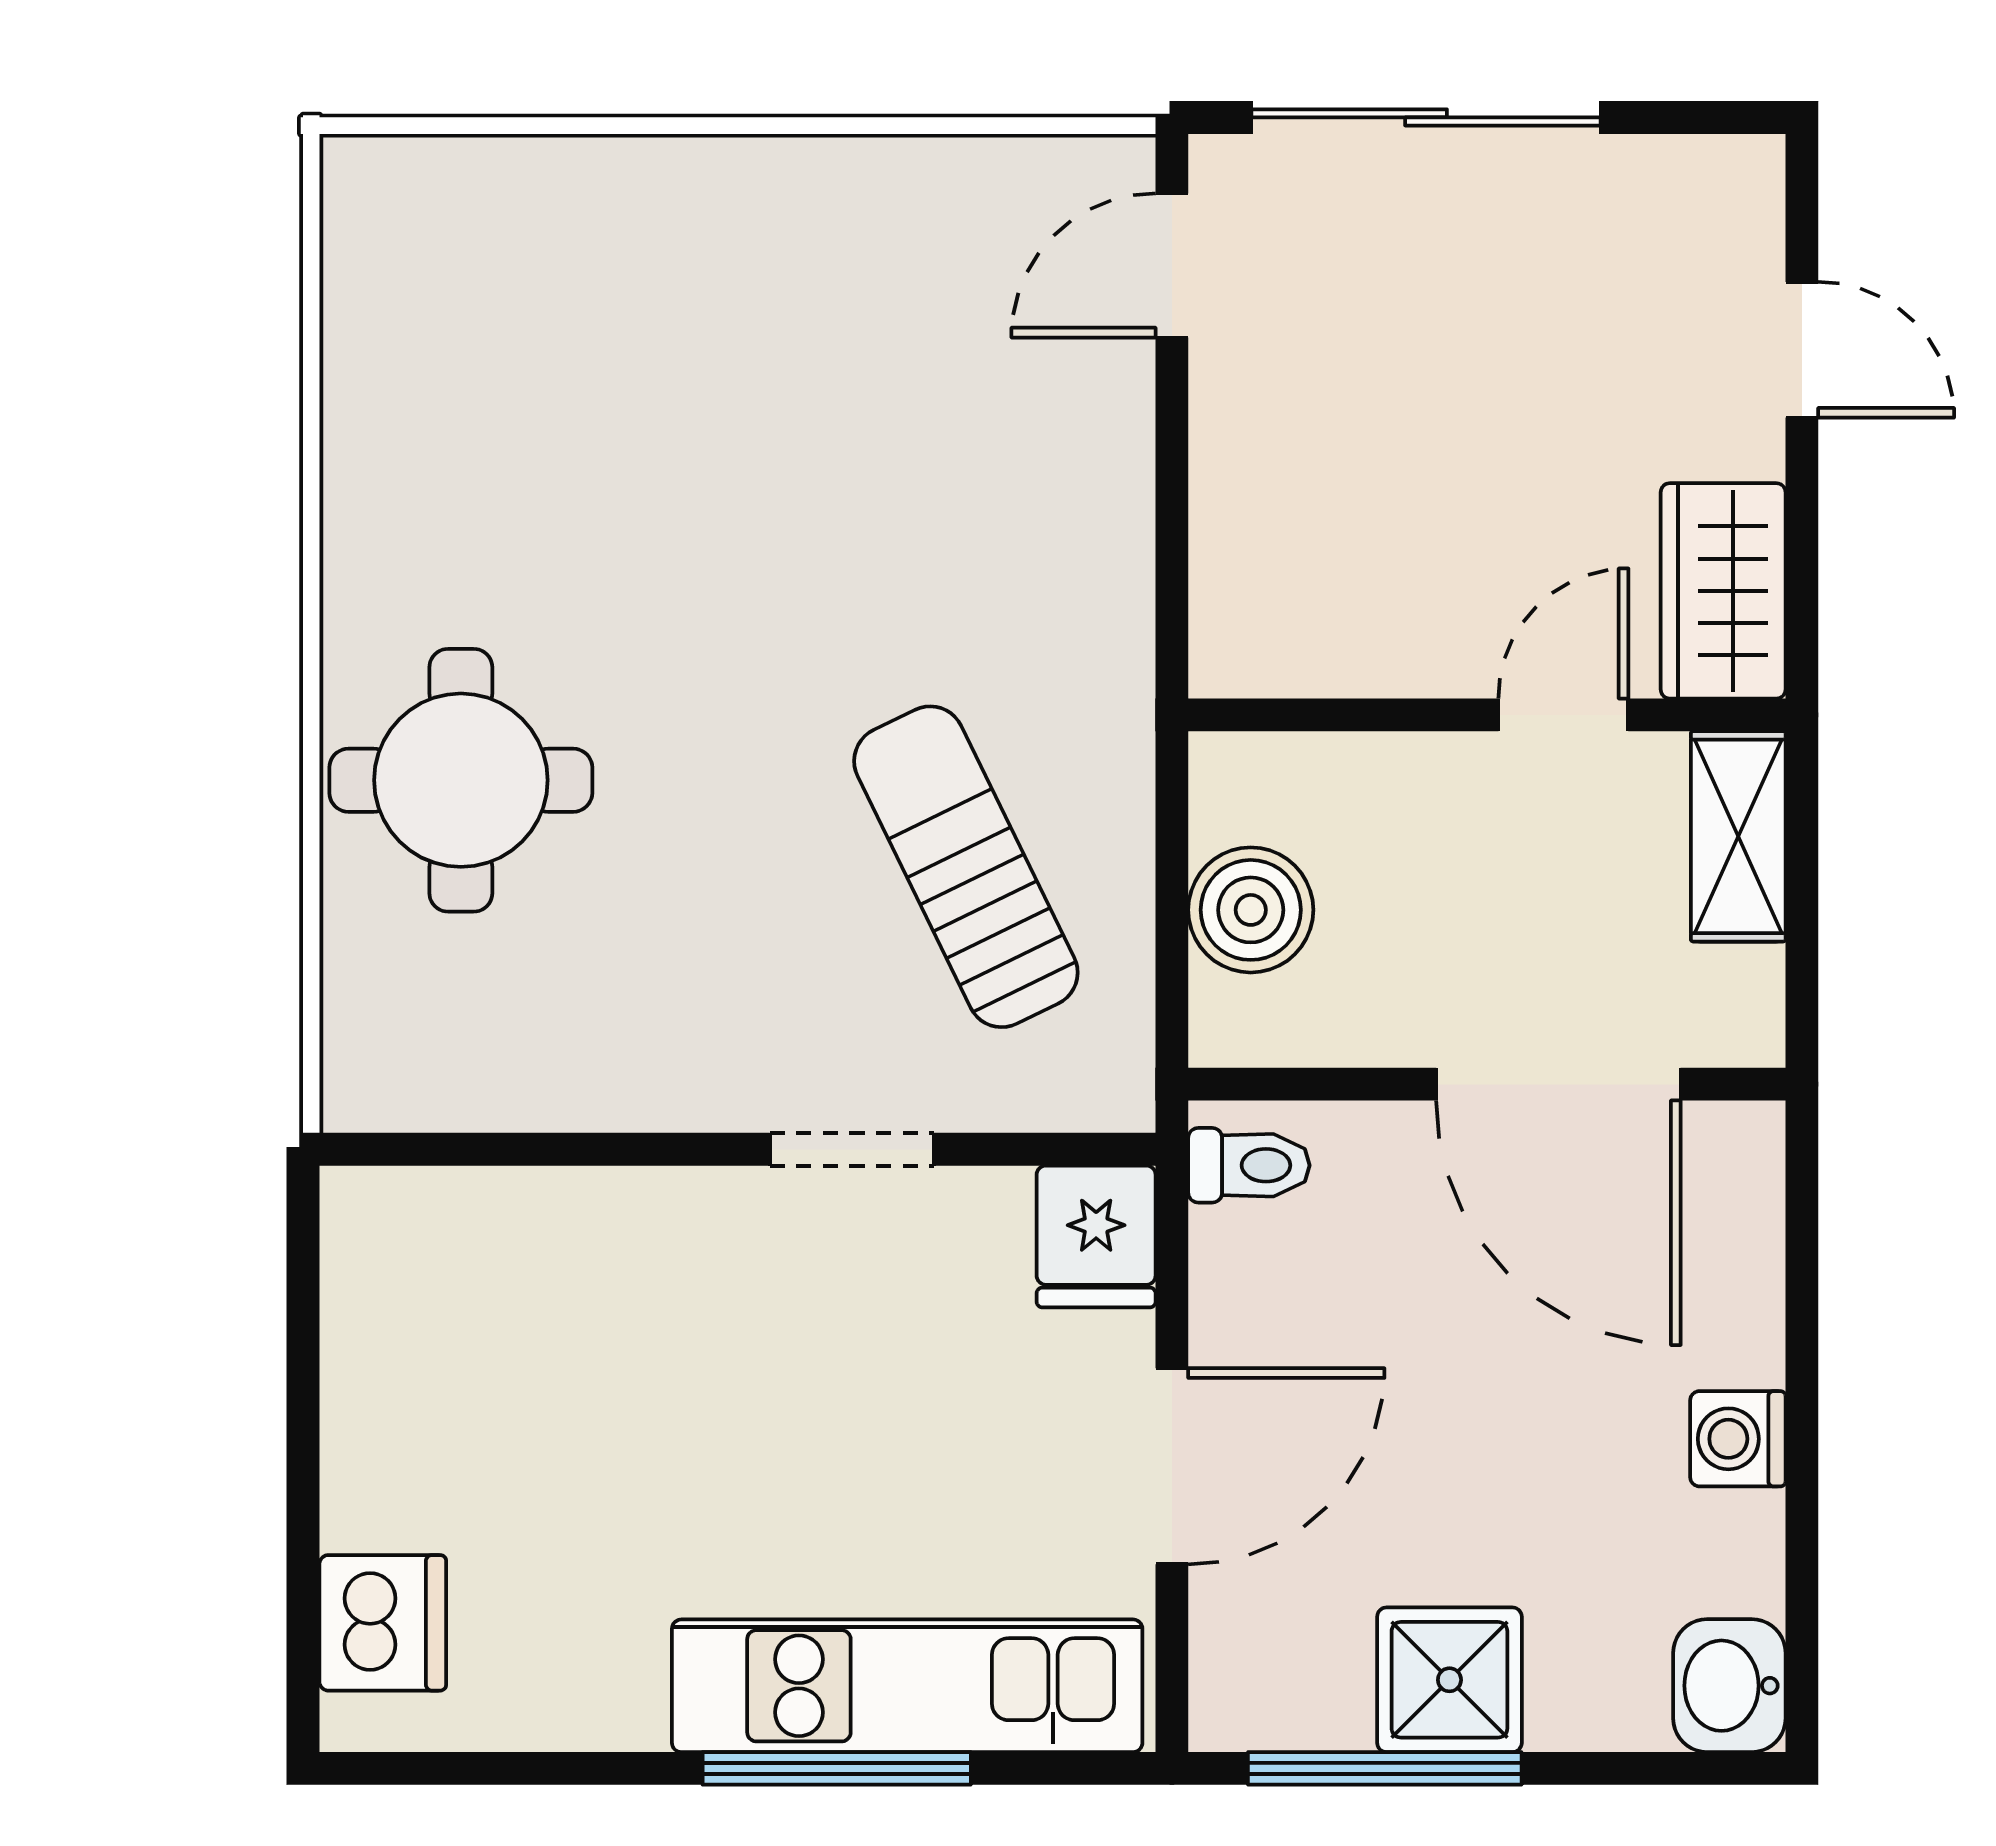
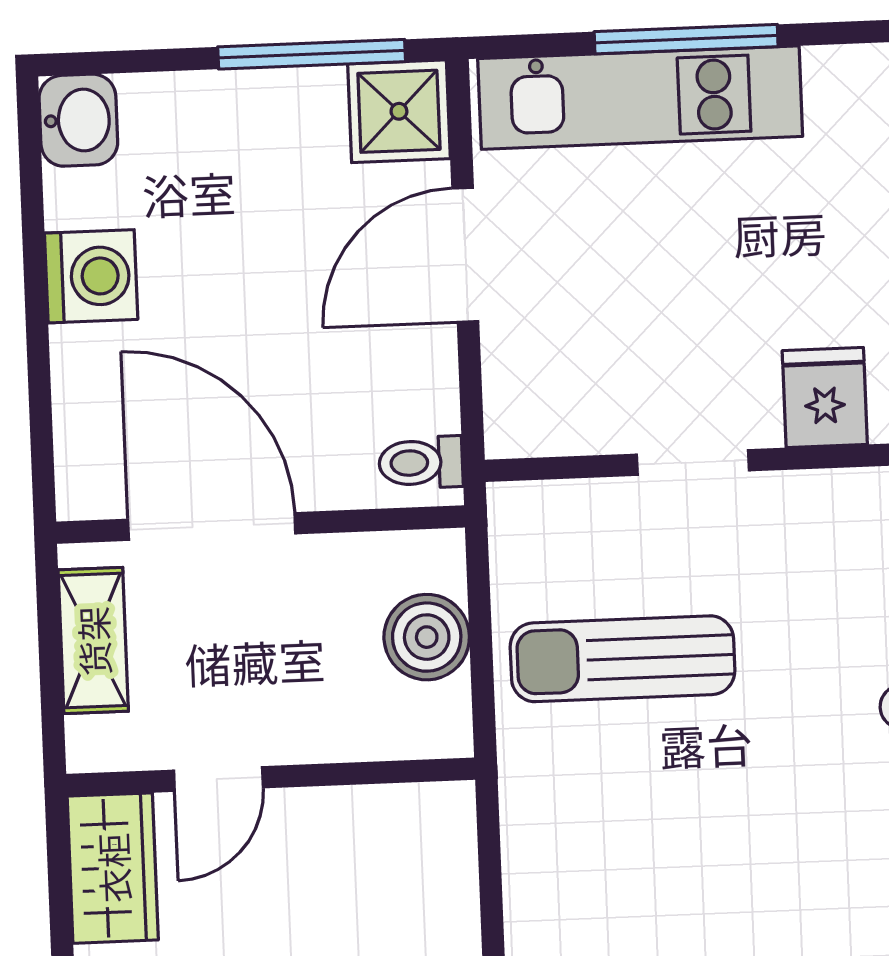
shelving: (1738, 836) -> (93, 641), moved
sun lounger: (966, 867) -> (623, 659), turned 116
fridge: (1096, 1237) -> (825, 398), moved
washing machine: (1738, 1439) -> (91, 276), width x1.38, depth x1.38
shower: (1449, 1680) -> (399, 111), moved

